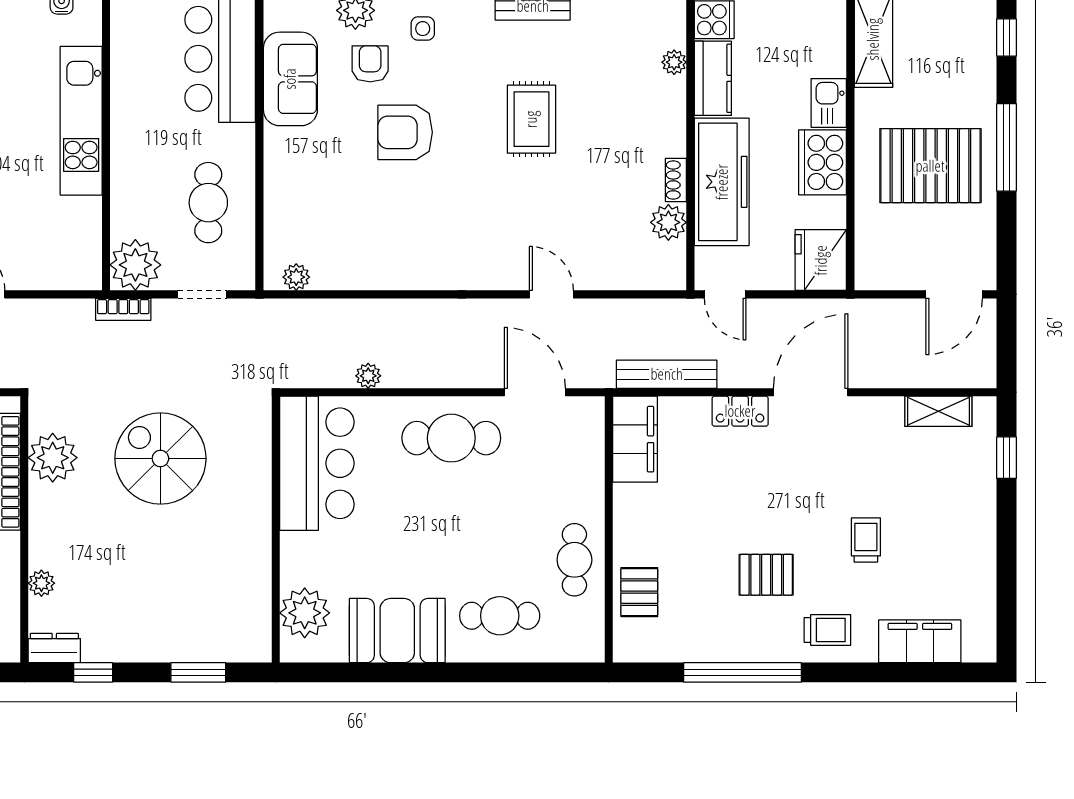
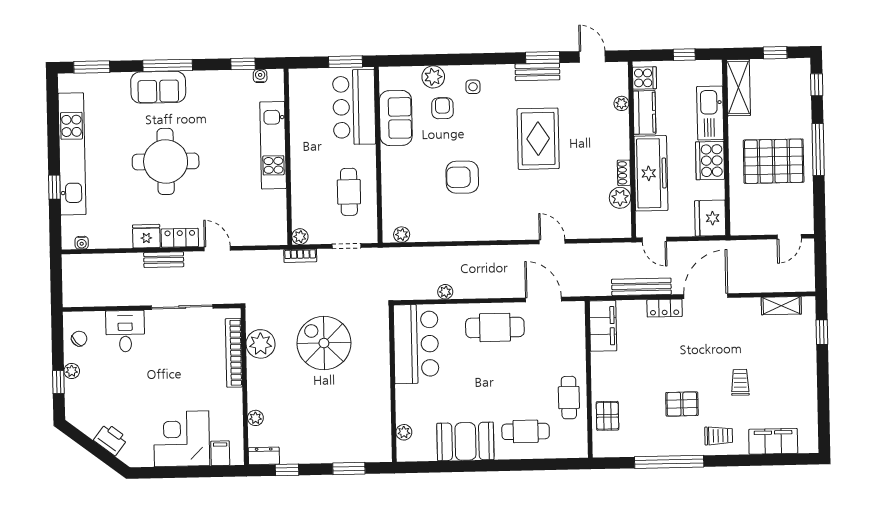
kitchen sink: (829, 103) -> (710, 113), width x1.88, depth x1.24
rug: (531, 119) -> (538, 139), width x1.36, depth x1.43
armchair: (405, 132) -> (462, 177), moved
plant: (135, 265) -> (300, 237), width x0.53, depth x0.53
door: (954, 294) -> (789, 237), width x0.73
bench: (667, 374) -> (641, 287), moved
plant: (305, 613) -> (404, 432), width x0.53, depth x0.53

